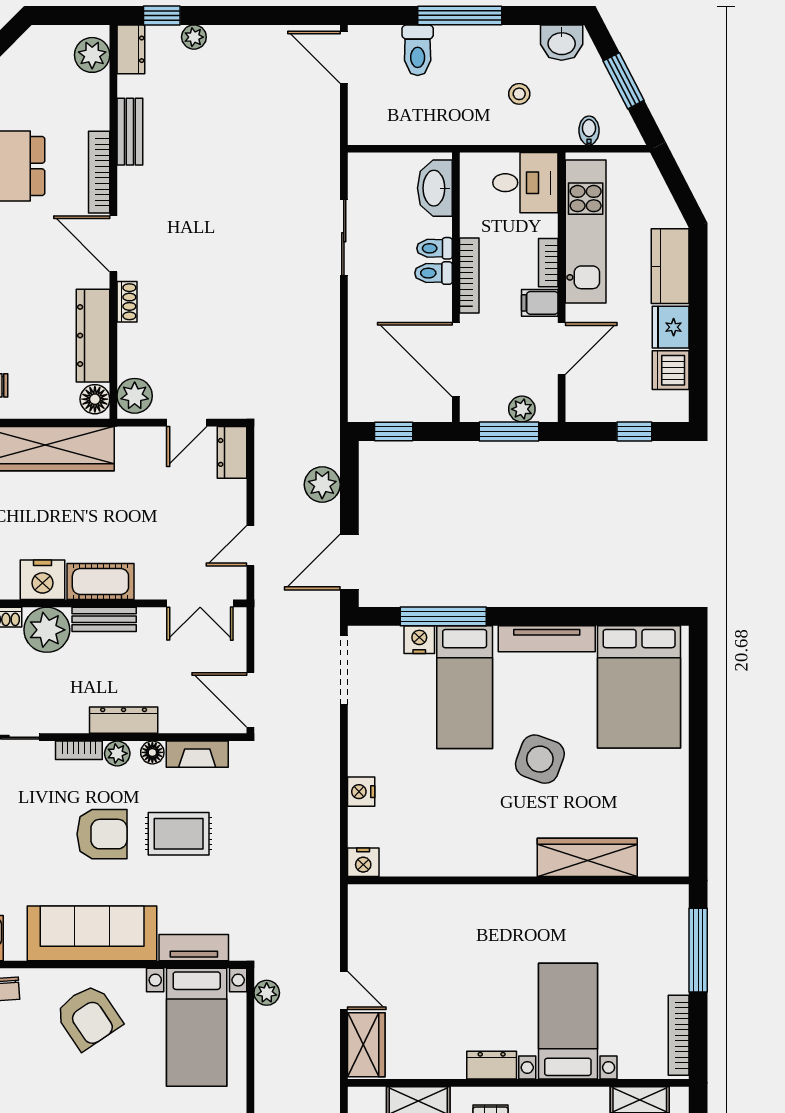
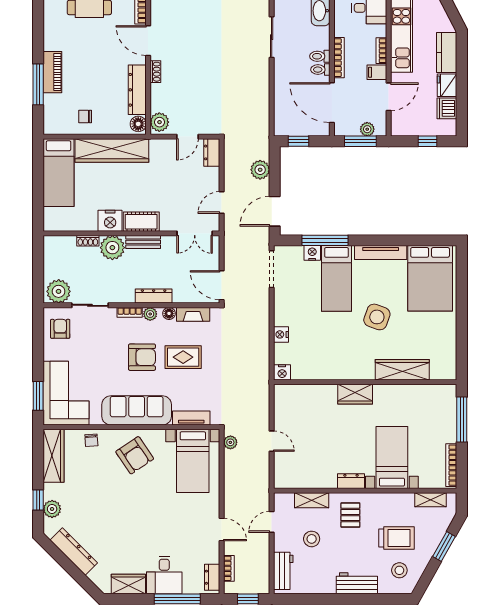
toilet: (435, 248) -> (320, 70), moved
wardrobe: (366, 1045) -> (355, 394), moved, turned 90

